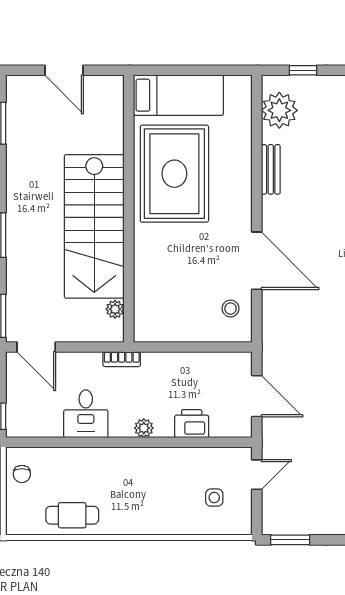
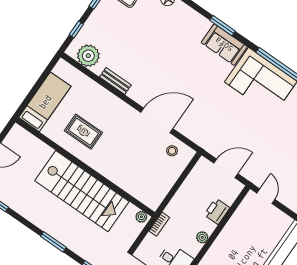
rug: (174, 174) -> (83, 132), width x0.54, depth x0.49
plant: (115, 309) -> (141, 217), moved
side table: (214, 498) -> (263, 226), removed

